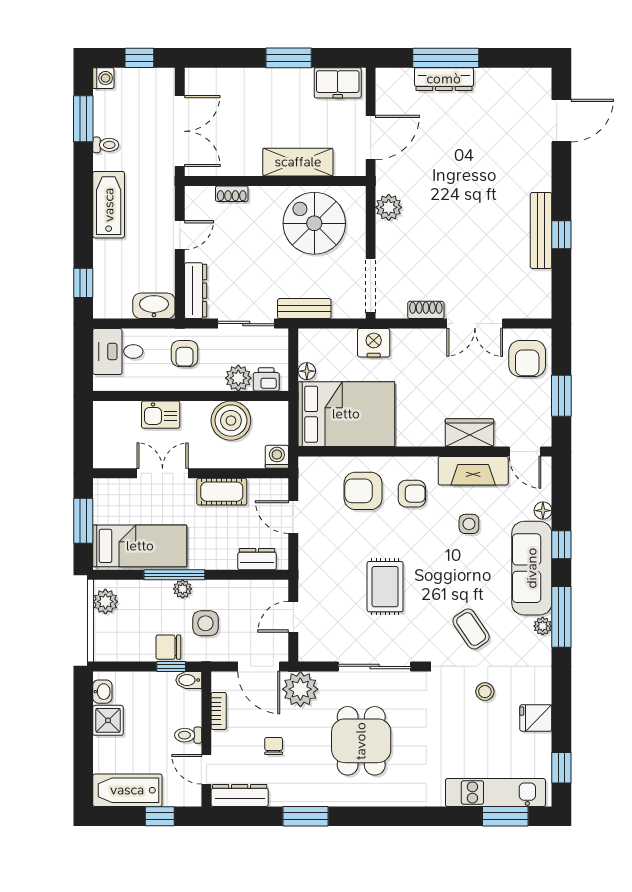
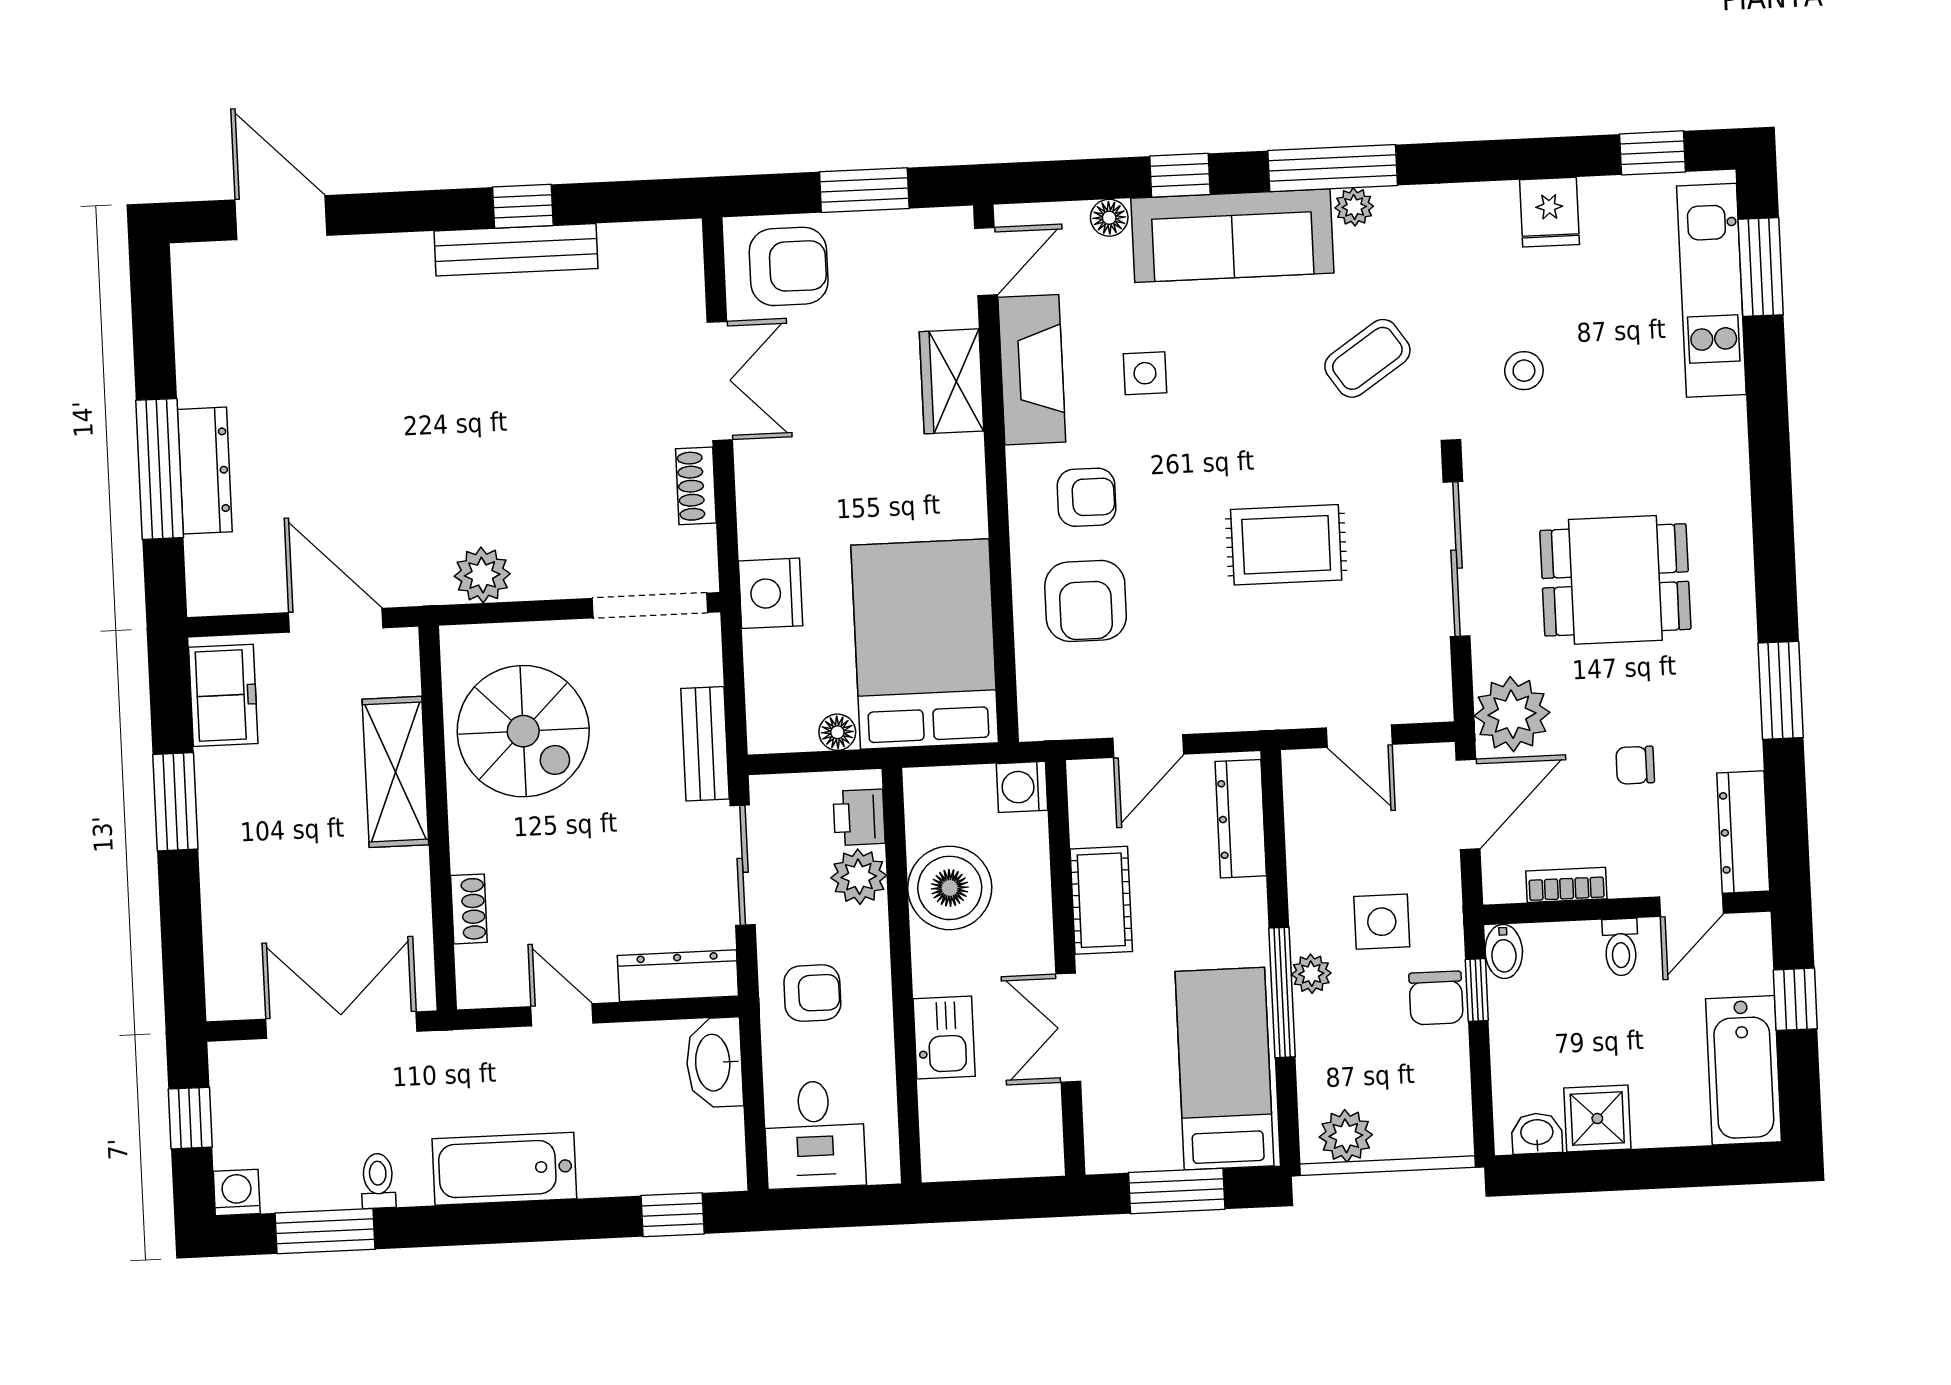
spiral stairs: (314, 223) -> (523, 731), turned -90
armchair: (412, 494) -> (1086, 497), turned 90
dresser: (257, 559) -> (1241, 819), width x1.44
stool: (485, 692) -> (1524, 371), moved

